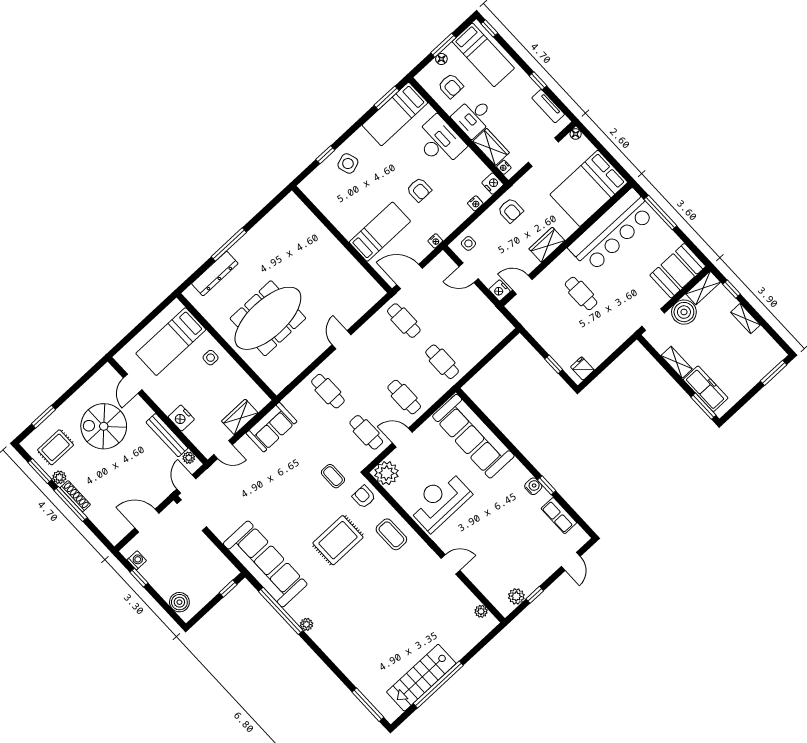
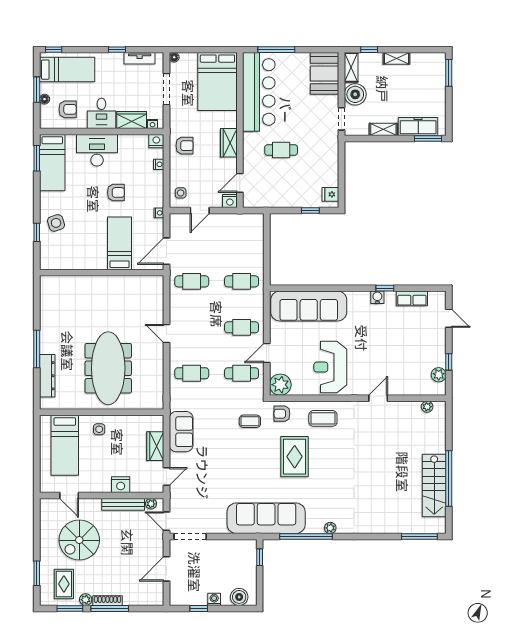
washing machine: (137, 560) -> (214, 599), moved

